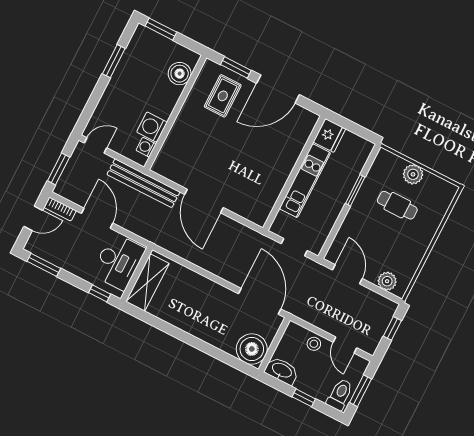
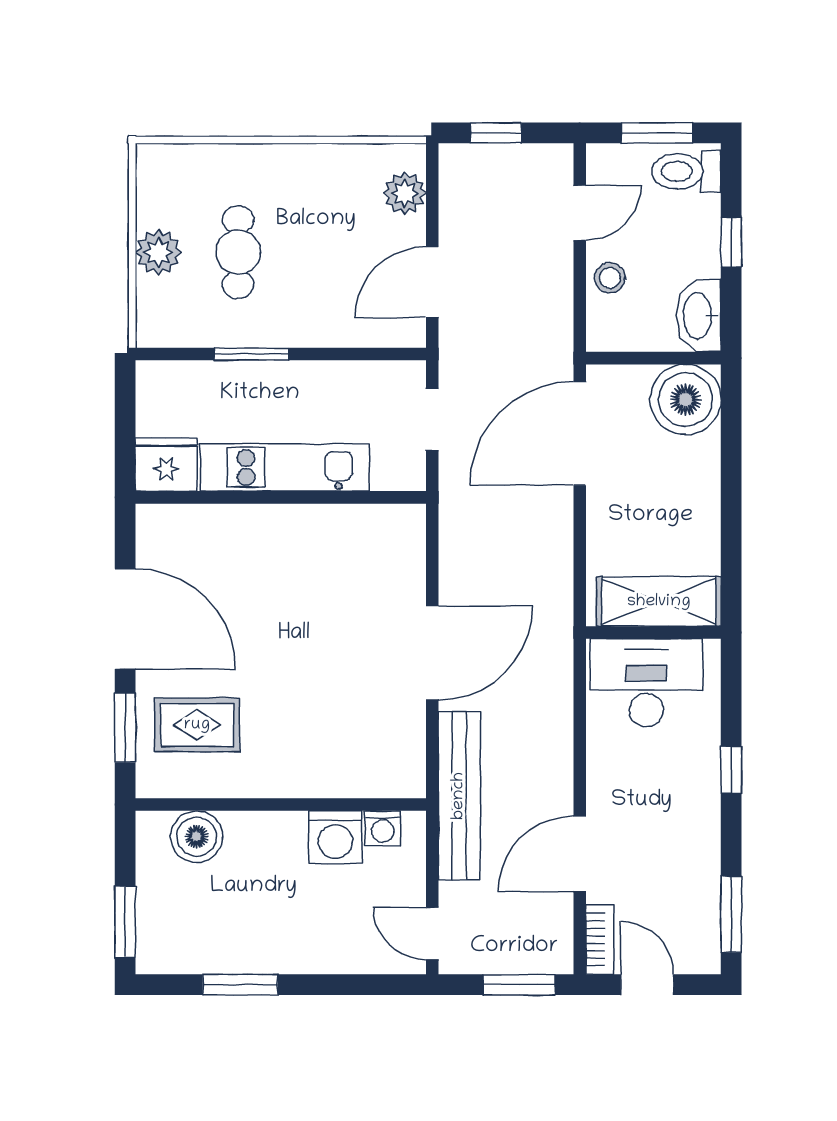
desk: (118, 262) -> (646, 683), moved
wall: (136, 274) -> (653, 633), moved
shelving: (147, 282) -> (659, 602), moved

